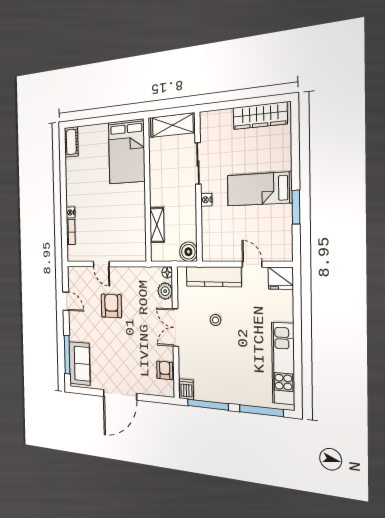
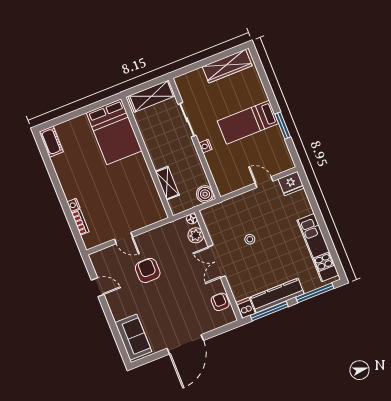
kitchen counter: (213, 277) -> (277, 295), moved, turned 180
window: (67, 355) -> (117, 335), removed

